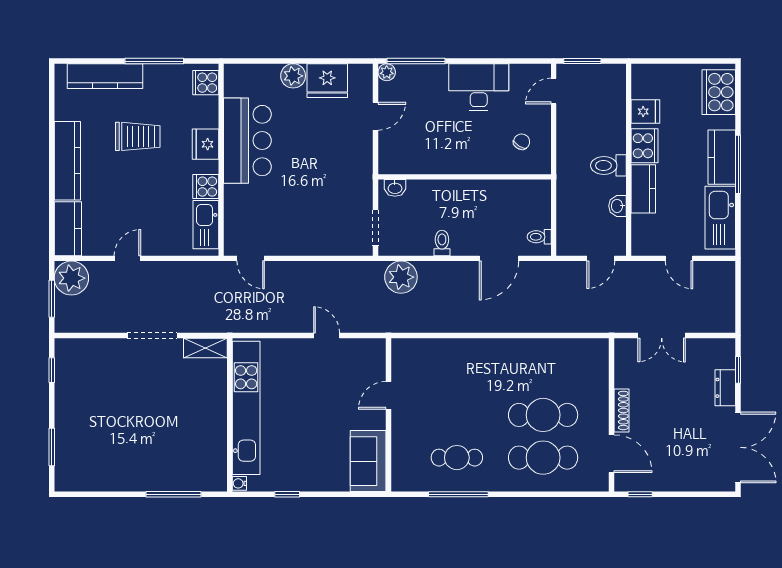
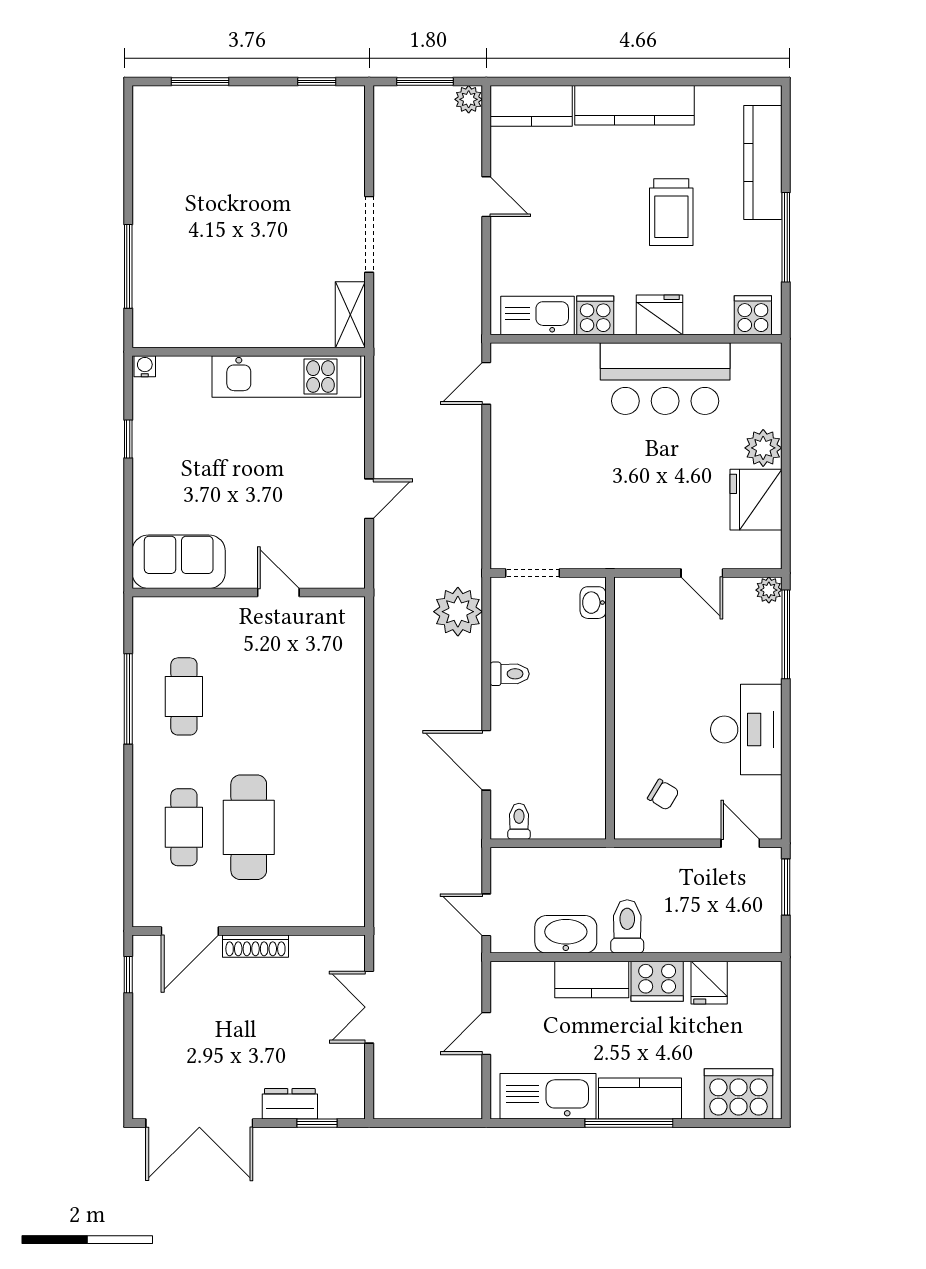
washbasin: (618, 206) -> (566, 934), width x1.91, depth x1.45
plant: (71, 278) -> (469, 99), width x0.53, depth x0.53
kitchen unit: (246, 408) -> (286, 377), width x0.73
cafe table: (543, 458) -> (184, 827), width x0.73, depth x0.74

